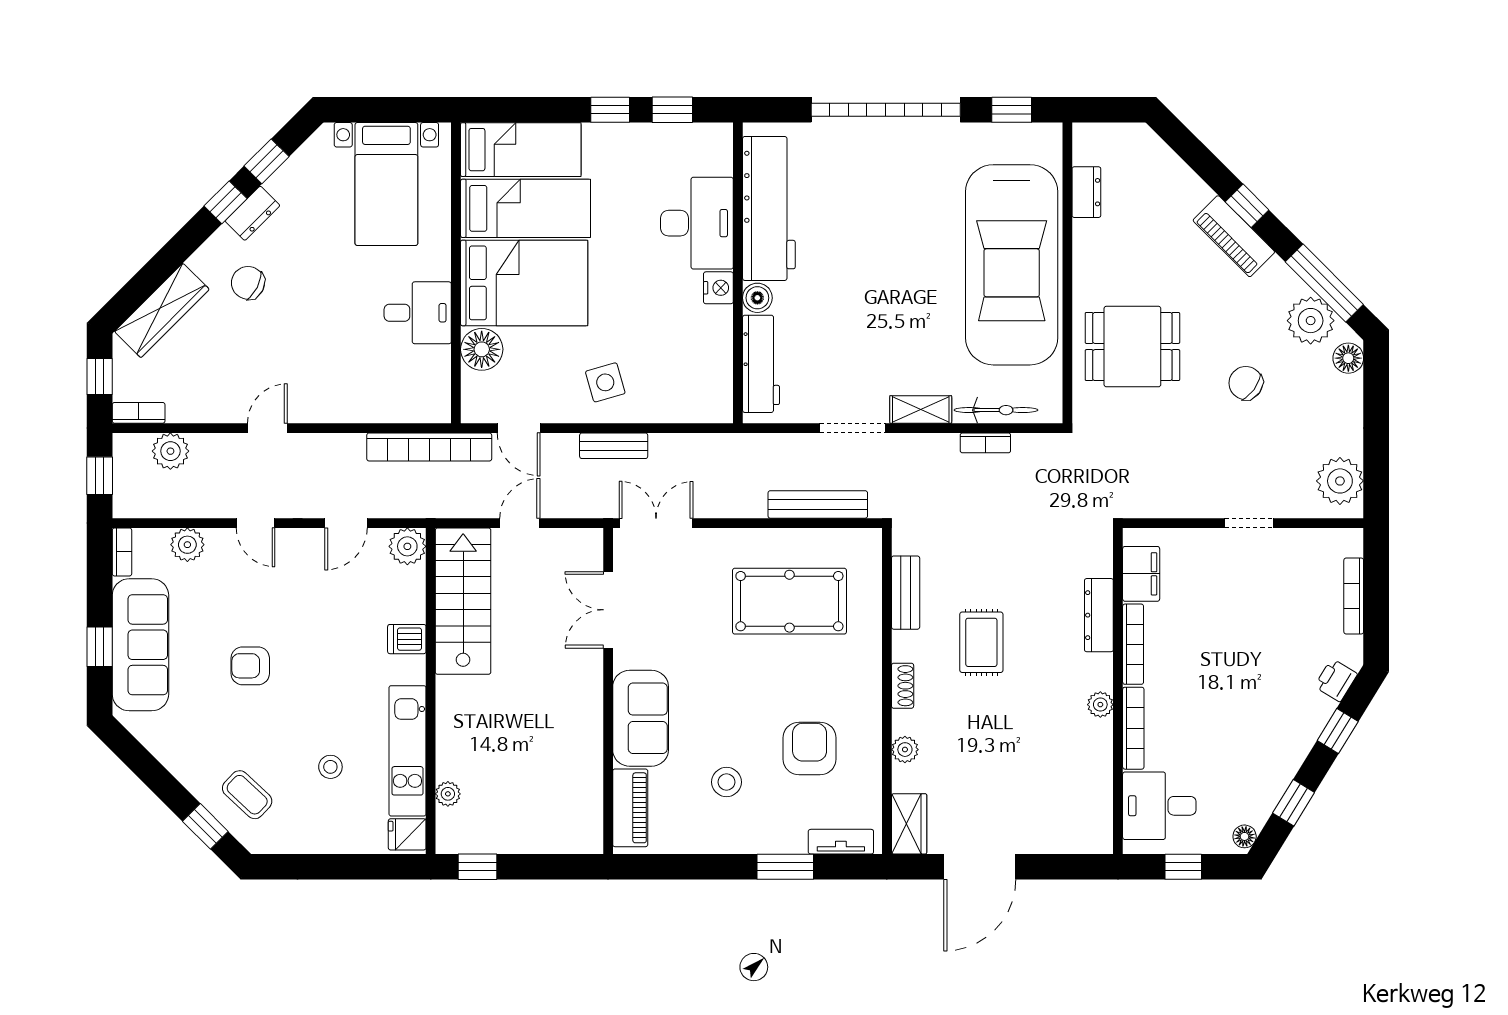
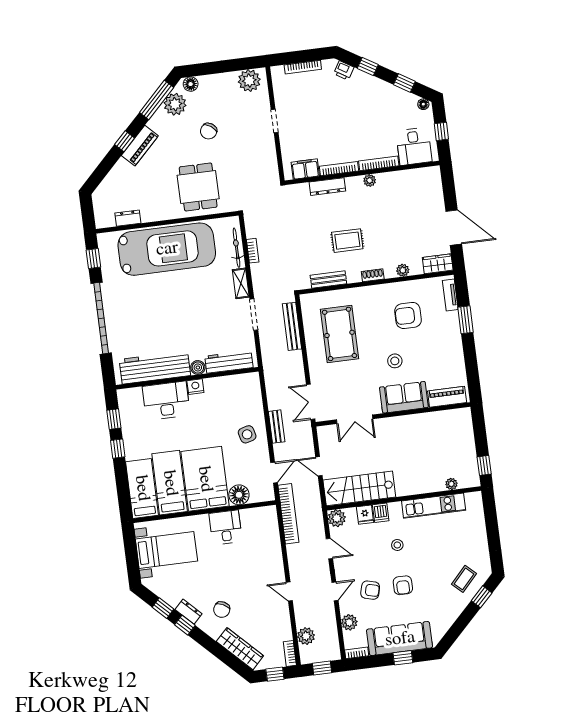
armchair: (249, 597) -> (370, 590), added
stool: (330, 767) -> (397, 545), moved
stool: (726, 782) -> (395, 361), moved
fridge: (407, 834) -> (365, 515), moved

